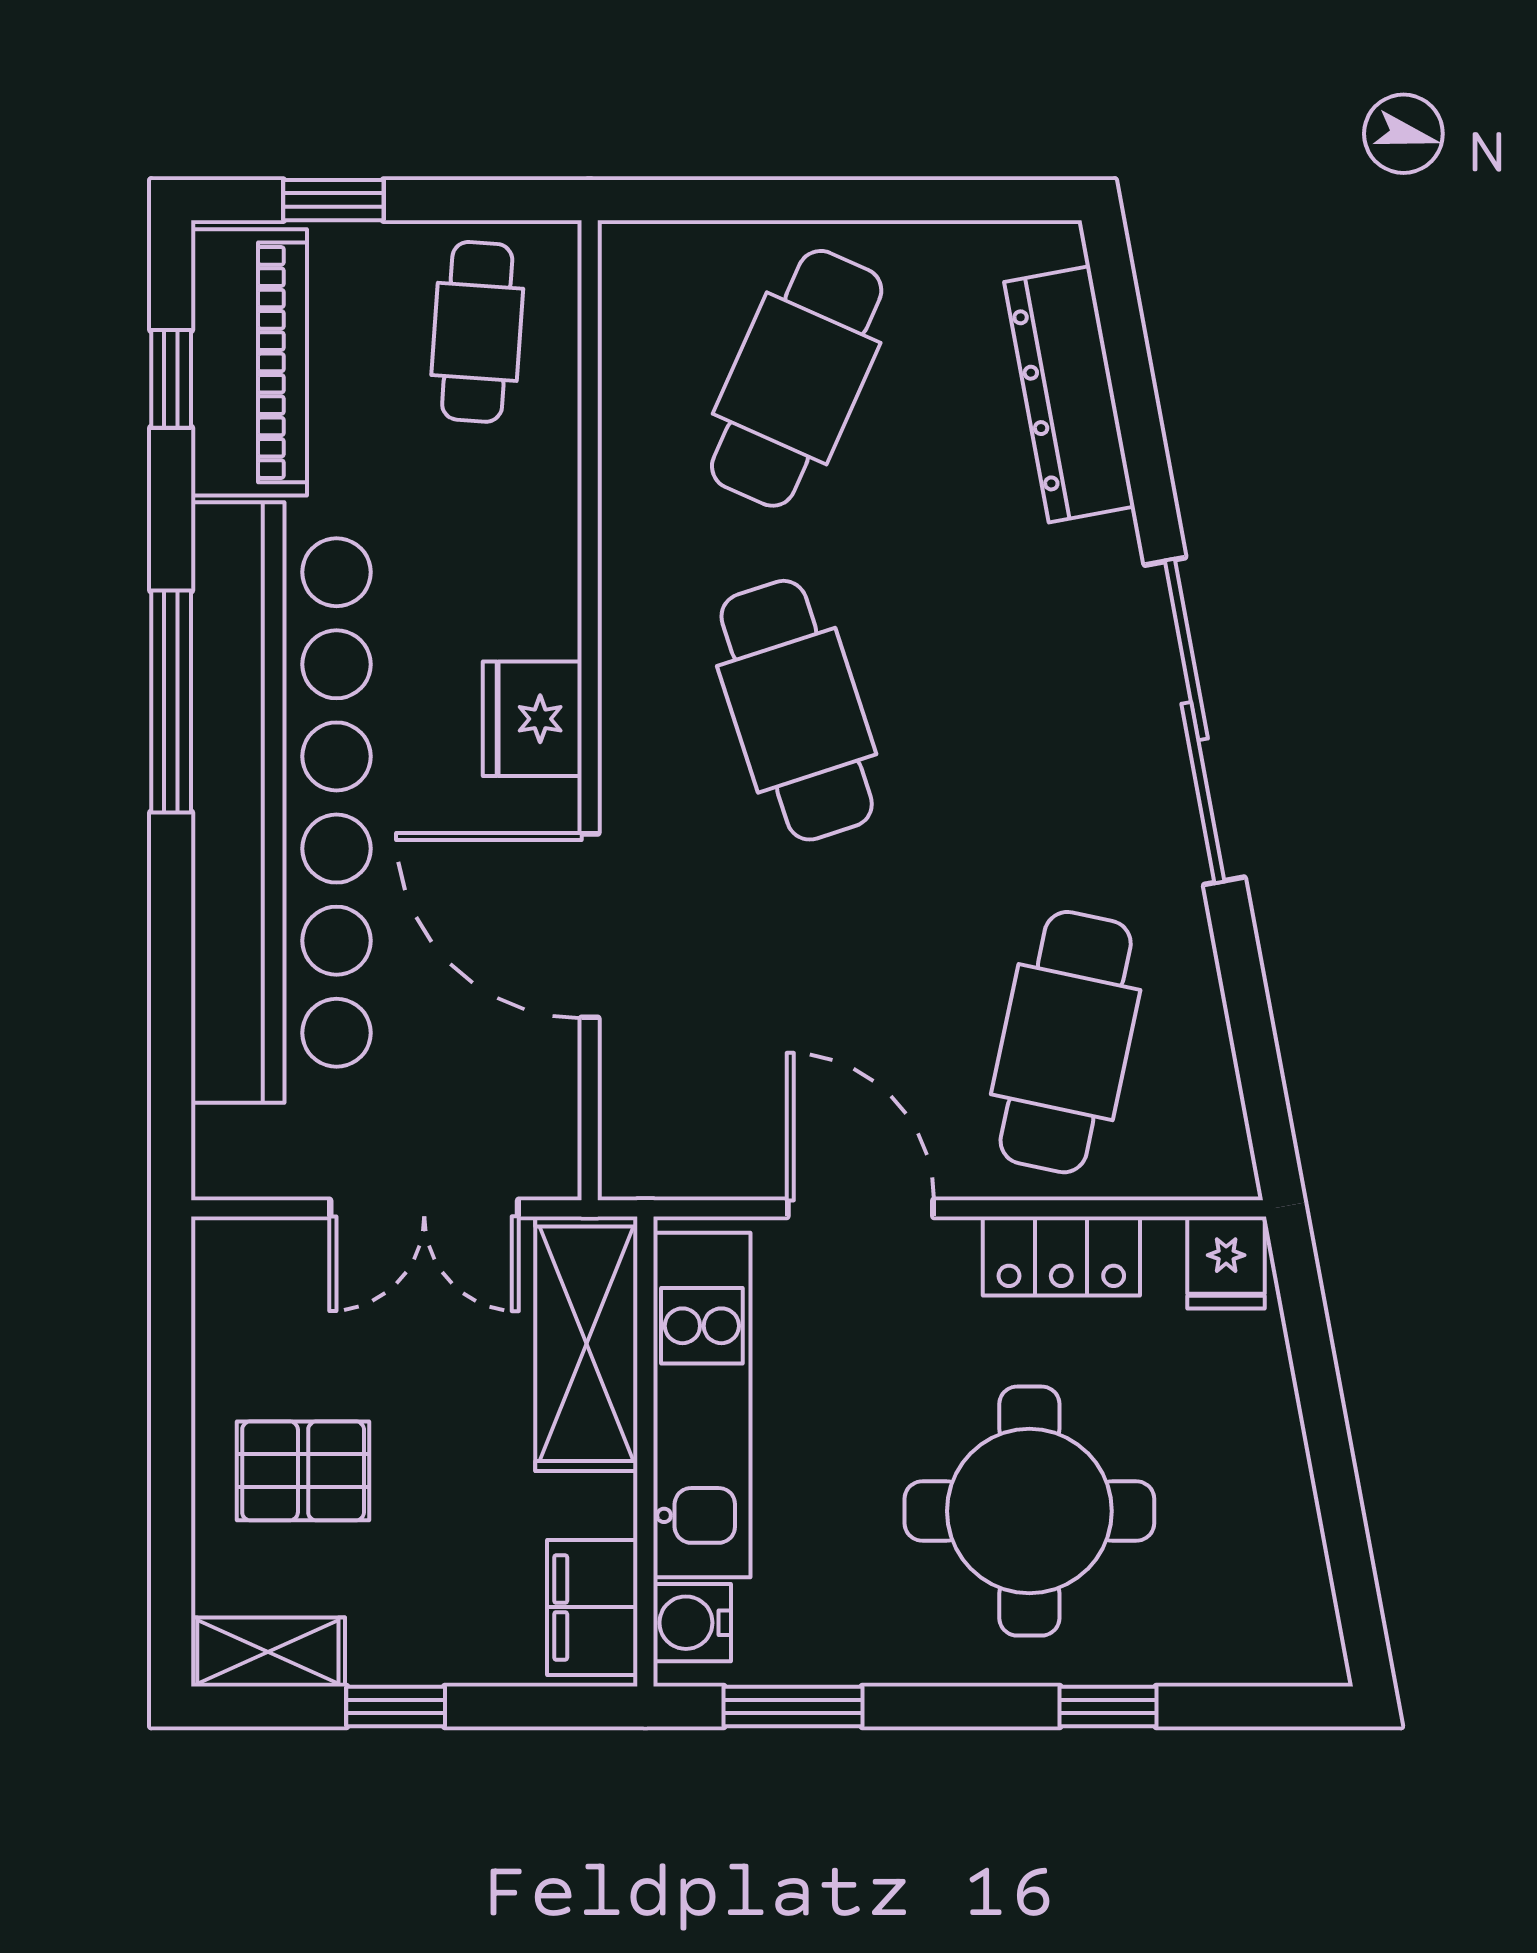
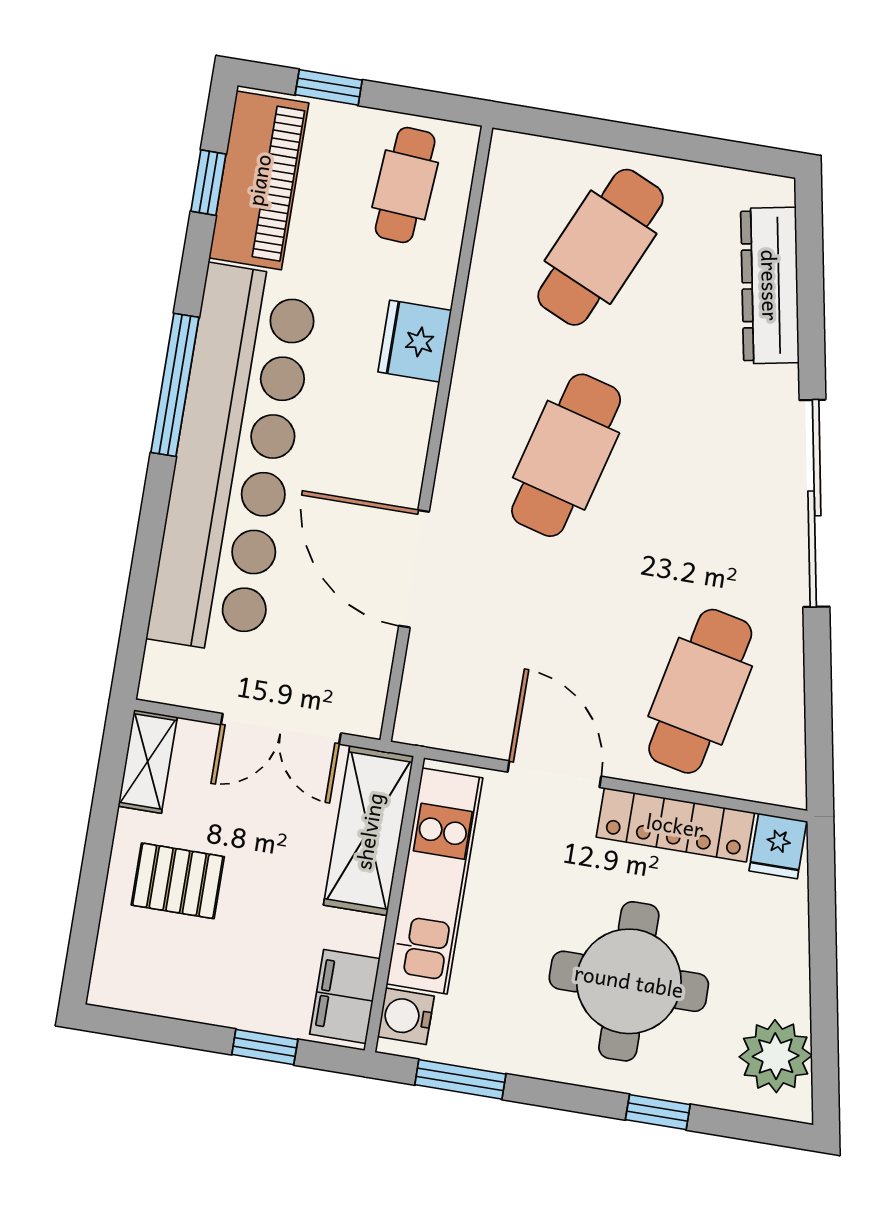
cafe table: (797, 710) -> (566, 455), turned 33
fridge: (532, 719) -> (415, 341), moved
locker: (1061, 1256) -> (675, 825), width x1.53
plant: (1277, 1589) -> (776, 1056), added
shelving: (268, 1652) -> (148, 761), moved, turned 90
window: (396, 1707) -> (265, 1047), moved

